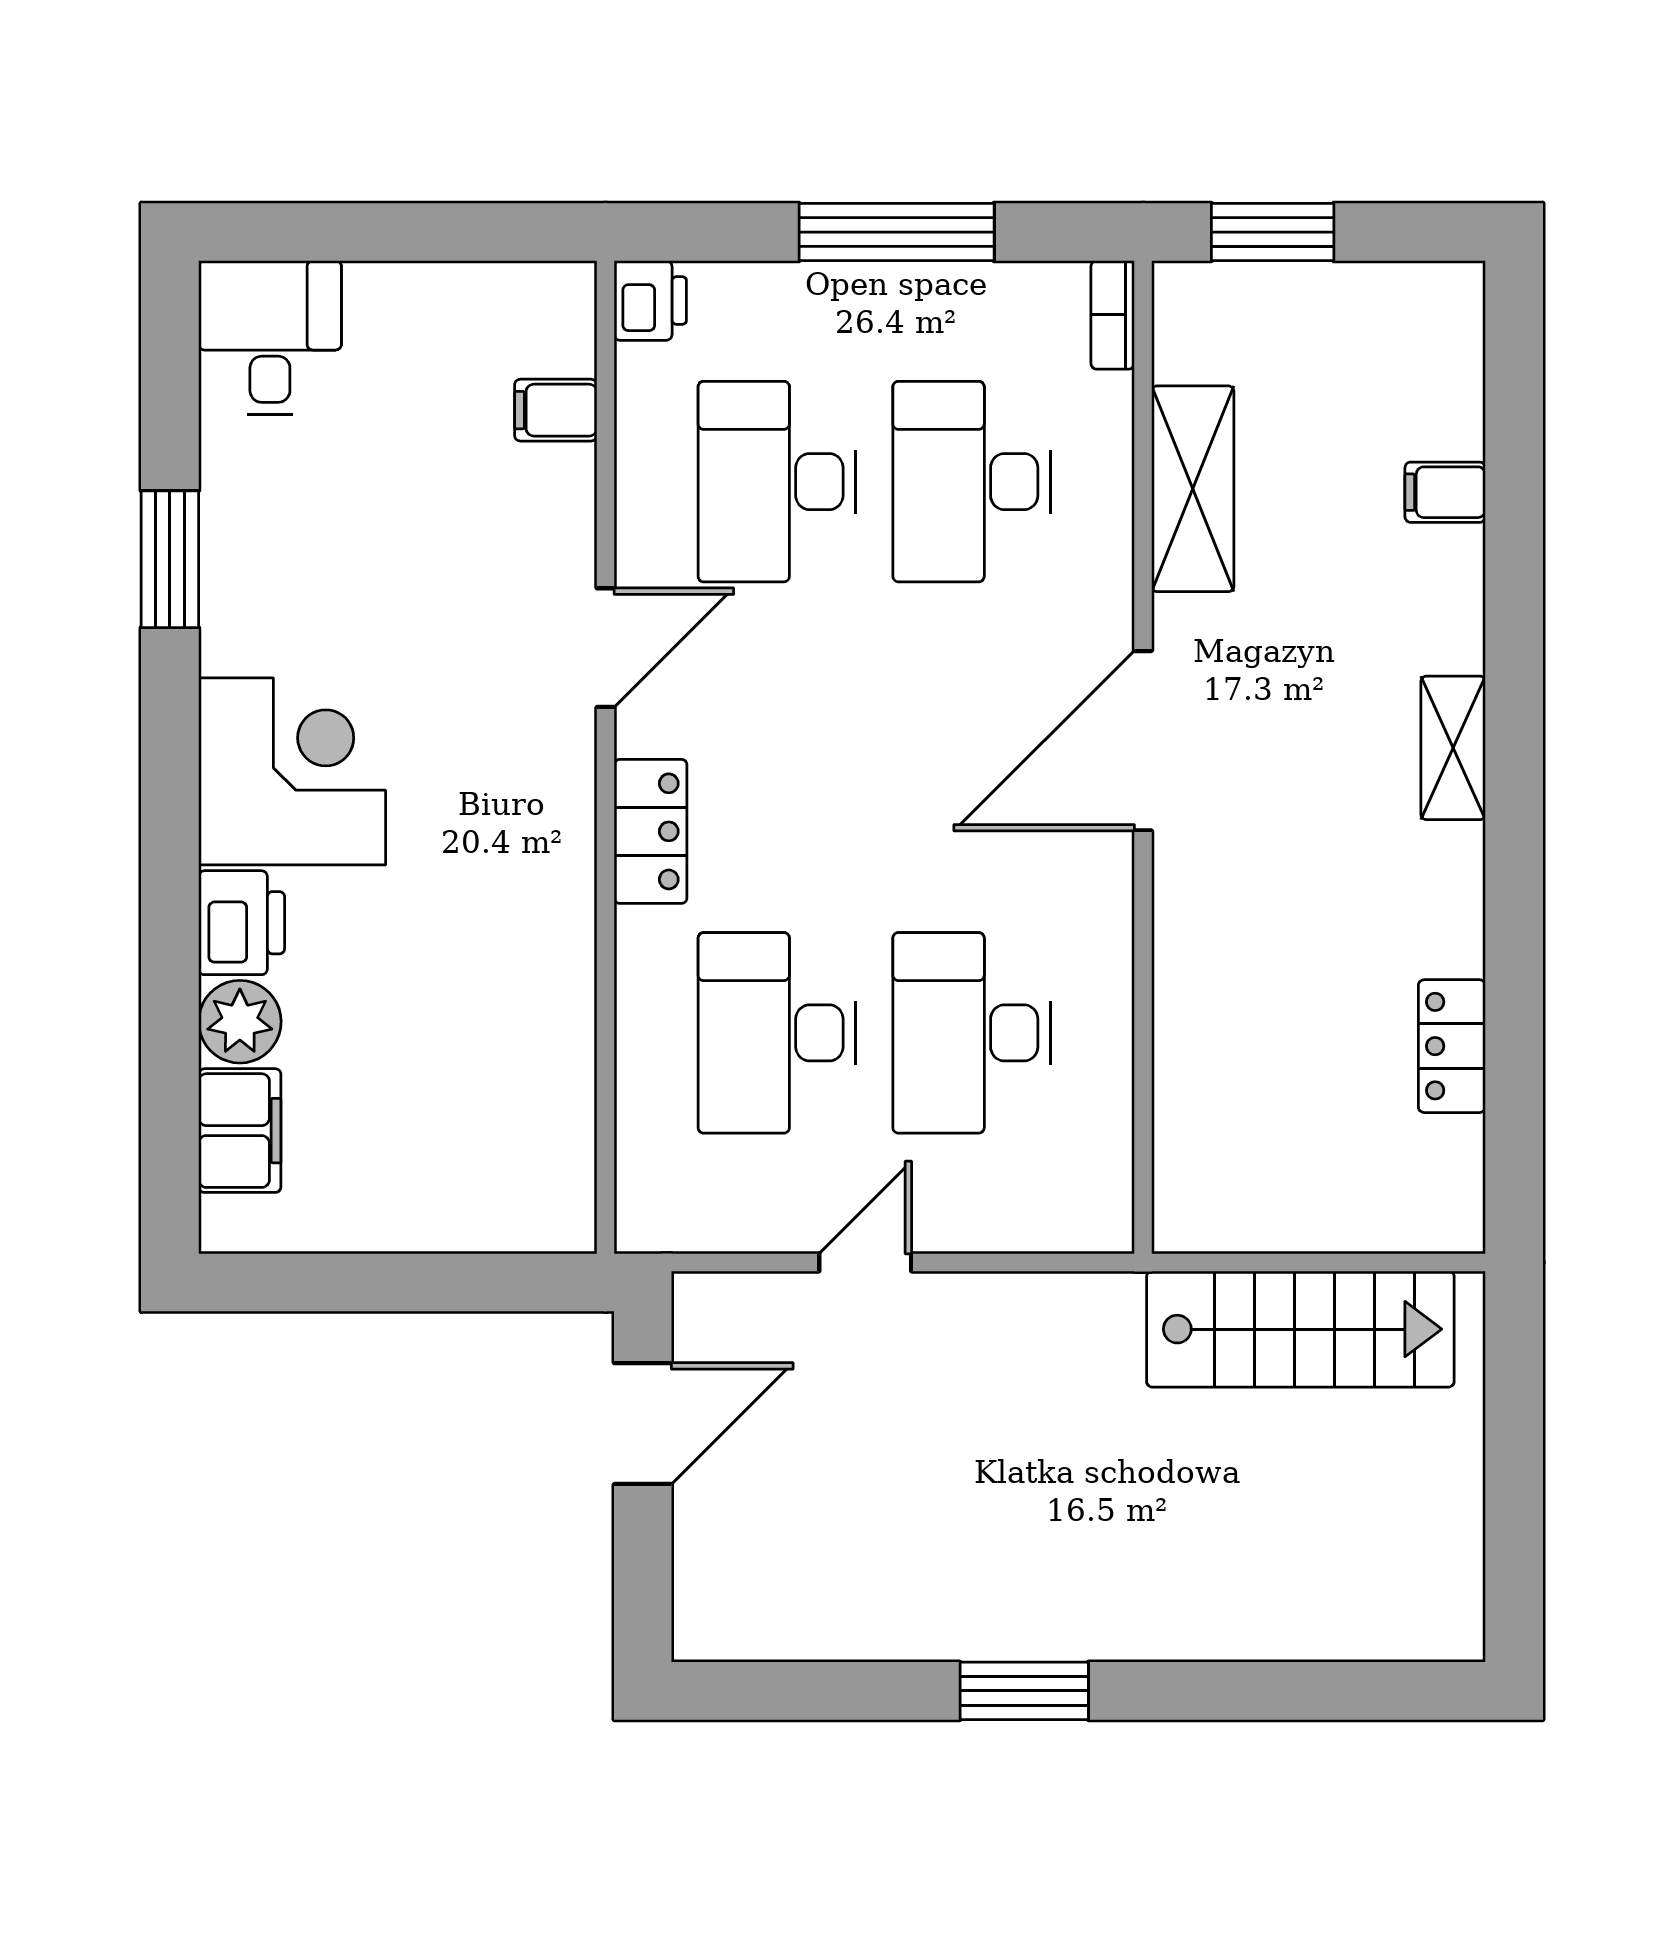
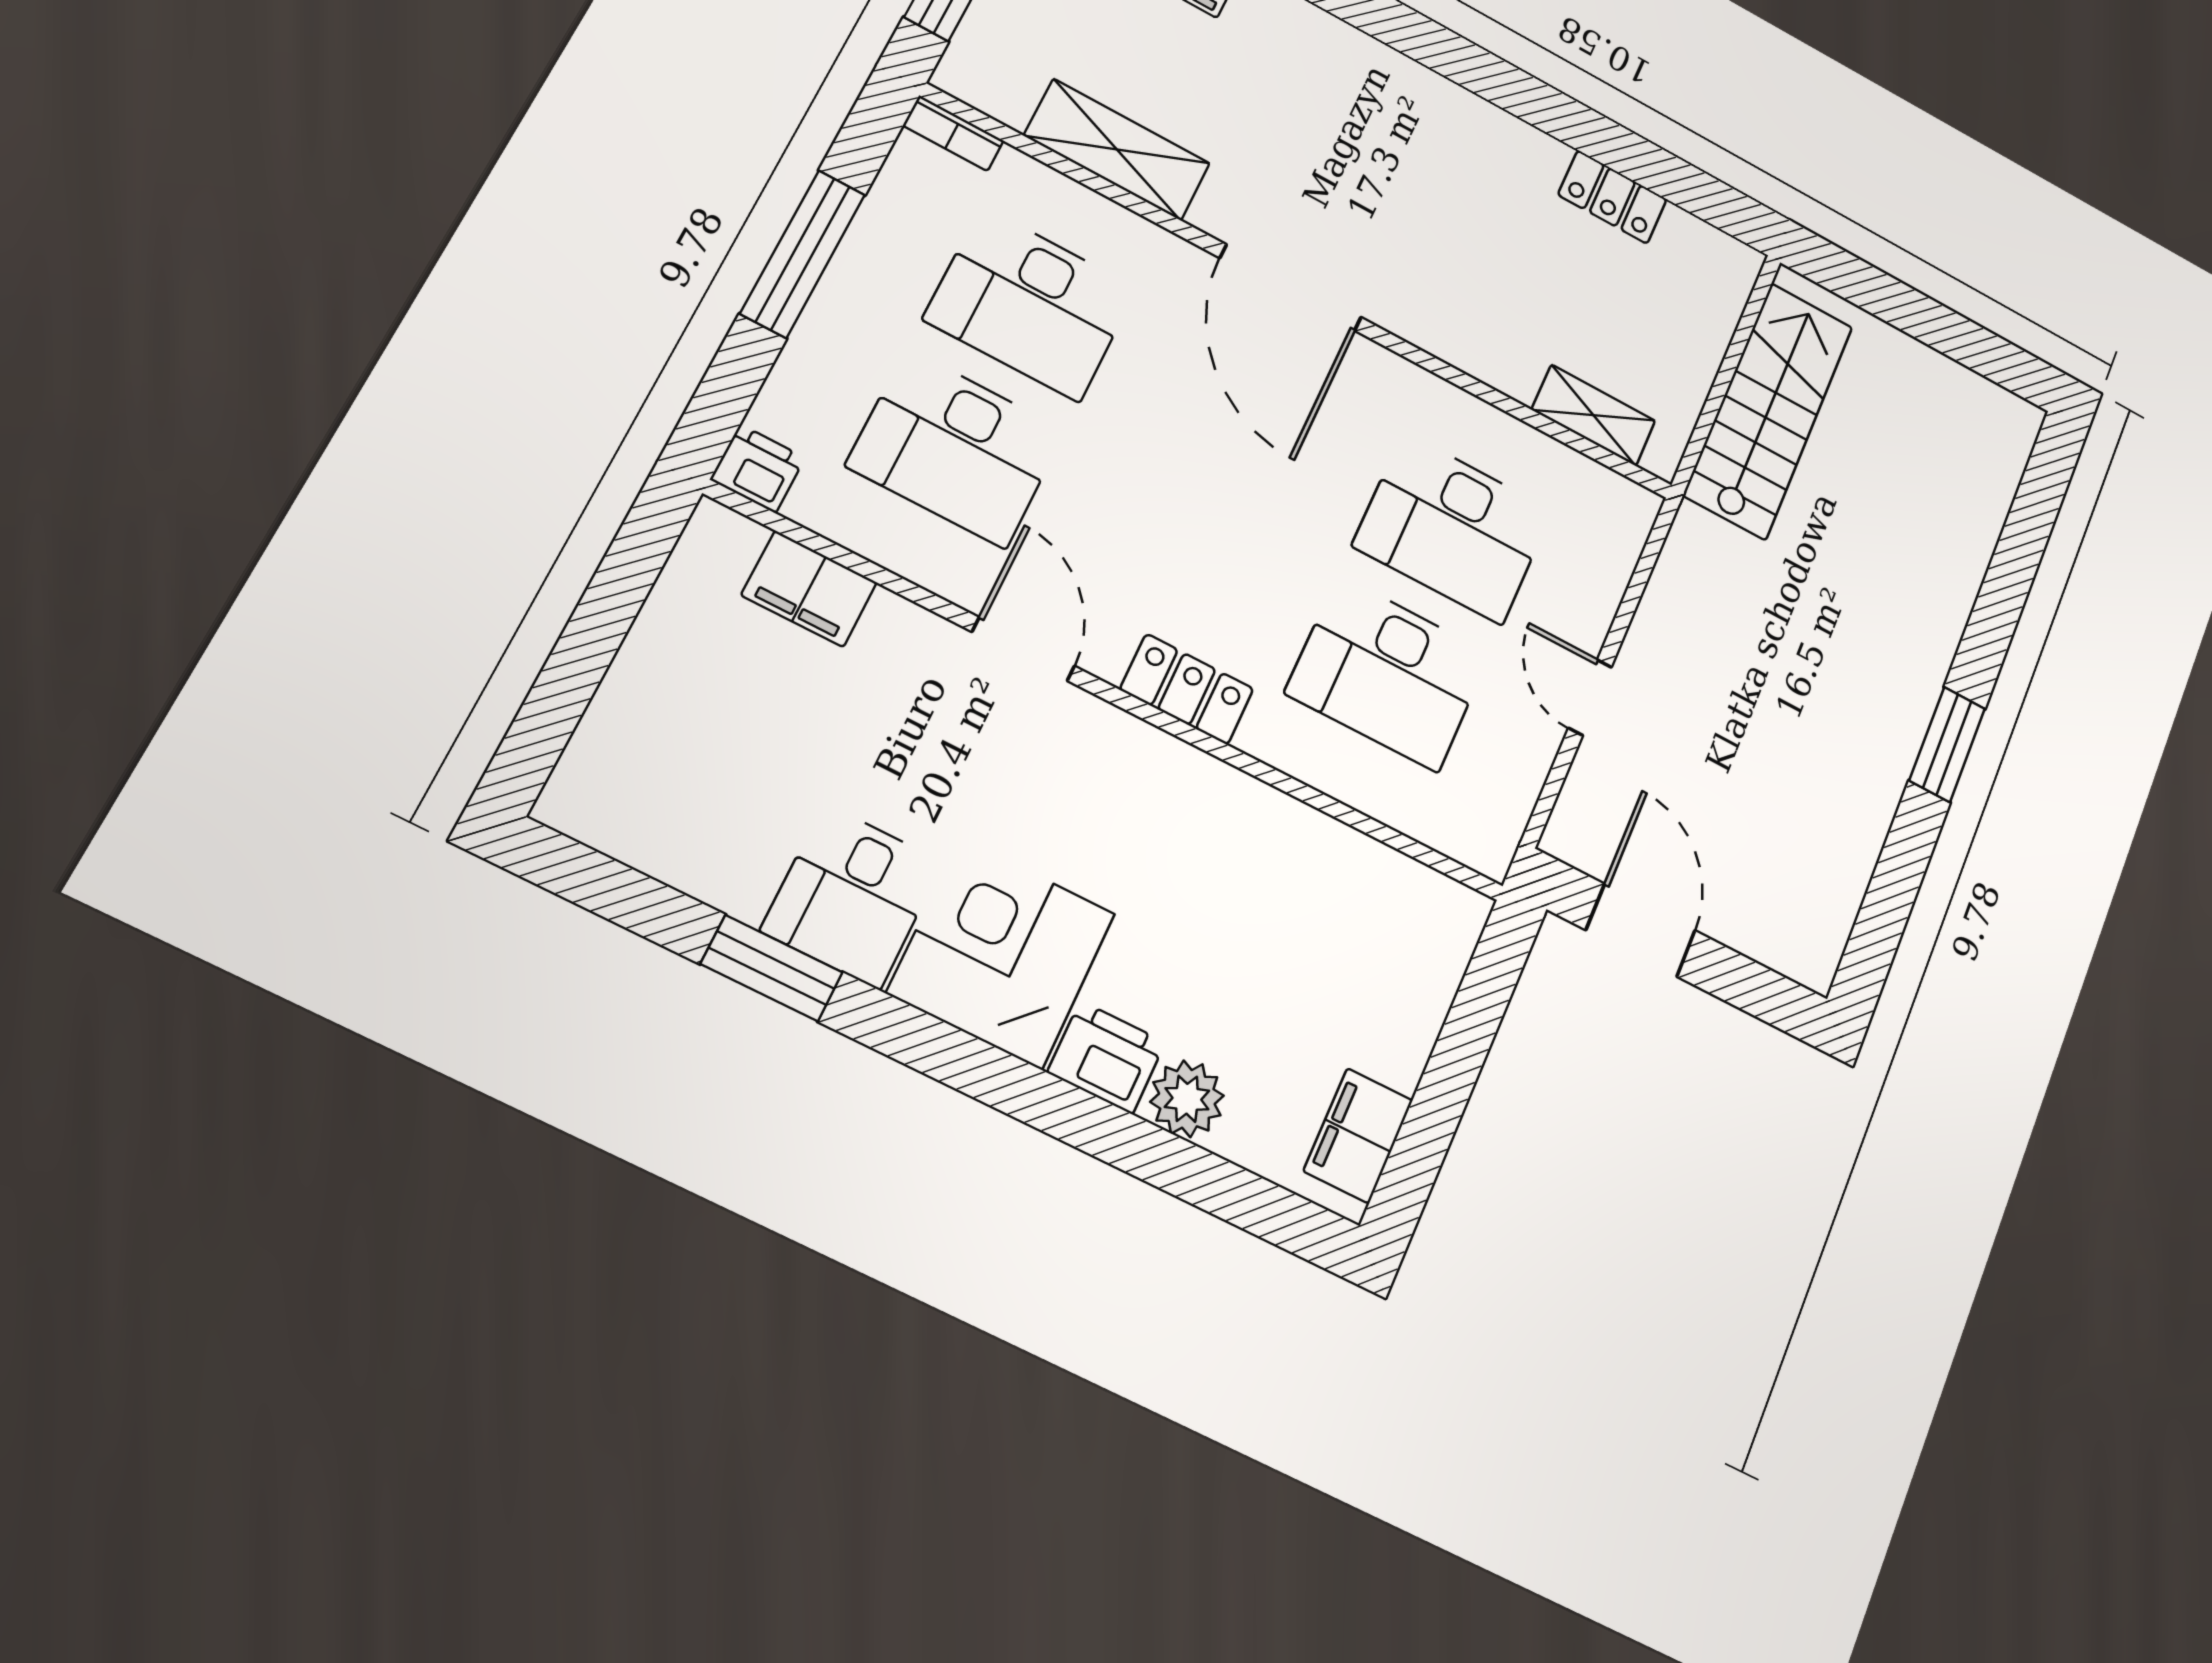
desk: (270, 338) -> (852, 896), moved, turned -90
filing cabinet: (556, 410) -> (809, 589), width x2.00
shelving: (1453, 748) -> (1594, 415), moved
filing cabinet: (240, 1131) -> (1358, 1136), moved, turned -90

